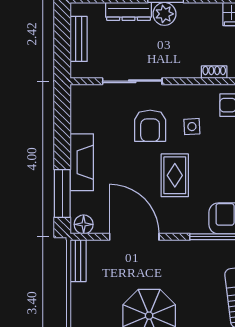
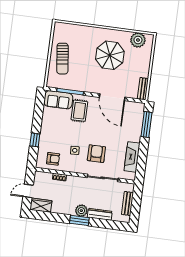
fireplace: (82, 162) -> (132, 157), moved
rug: (175, 175) -> (79, 111), moved
floor lamp: (84, 224) -> (138, 107), removed

